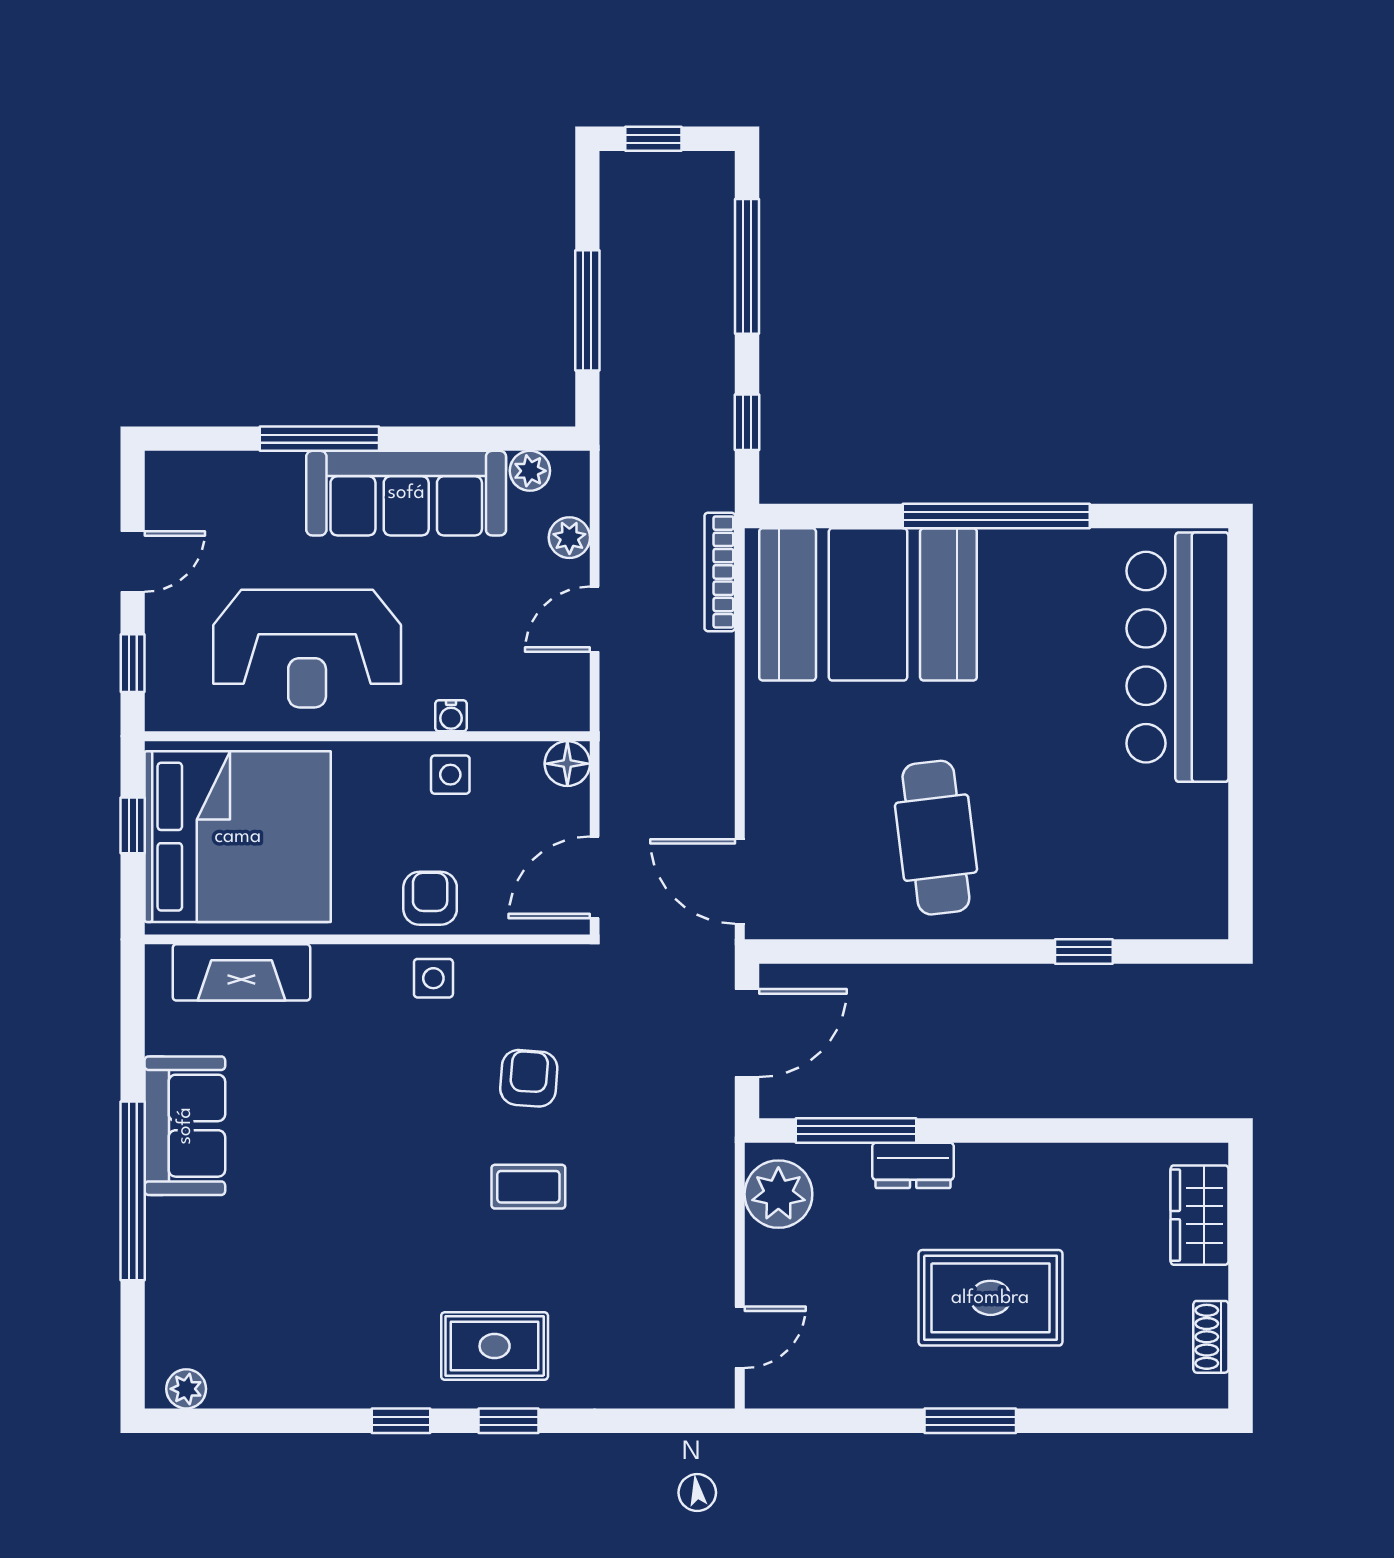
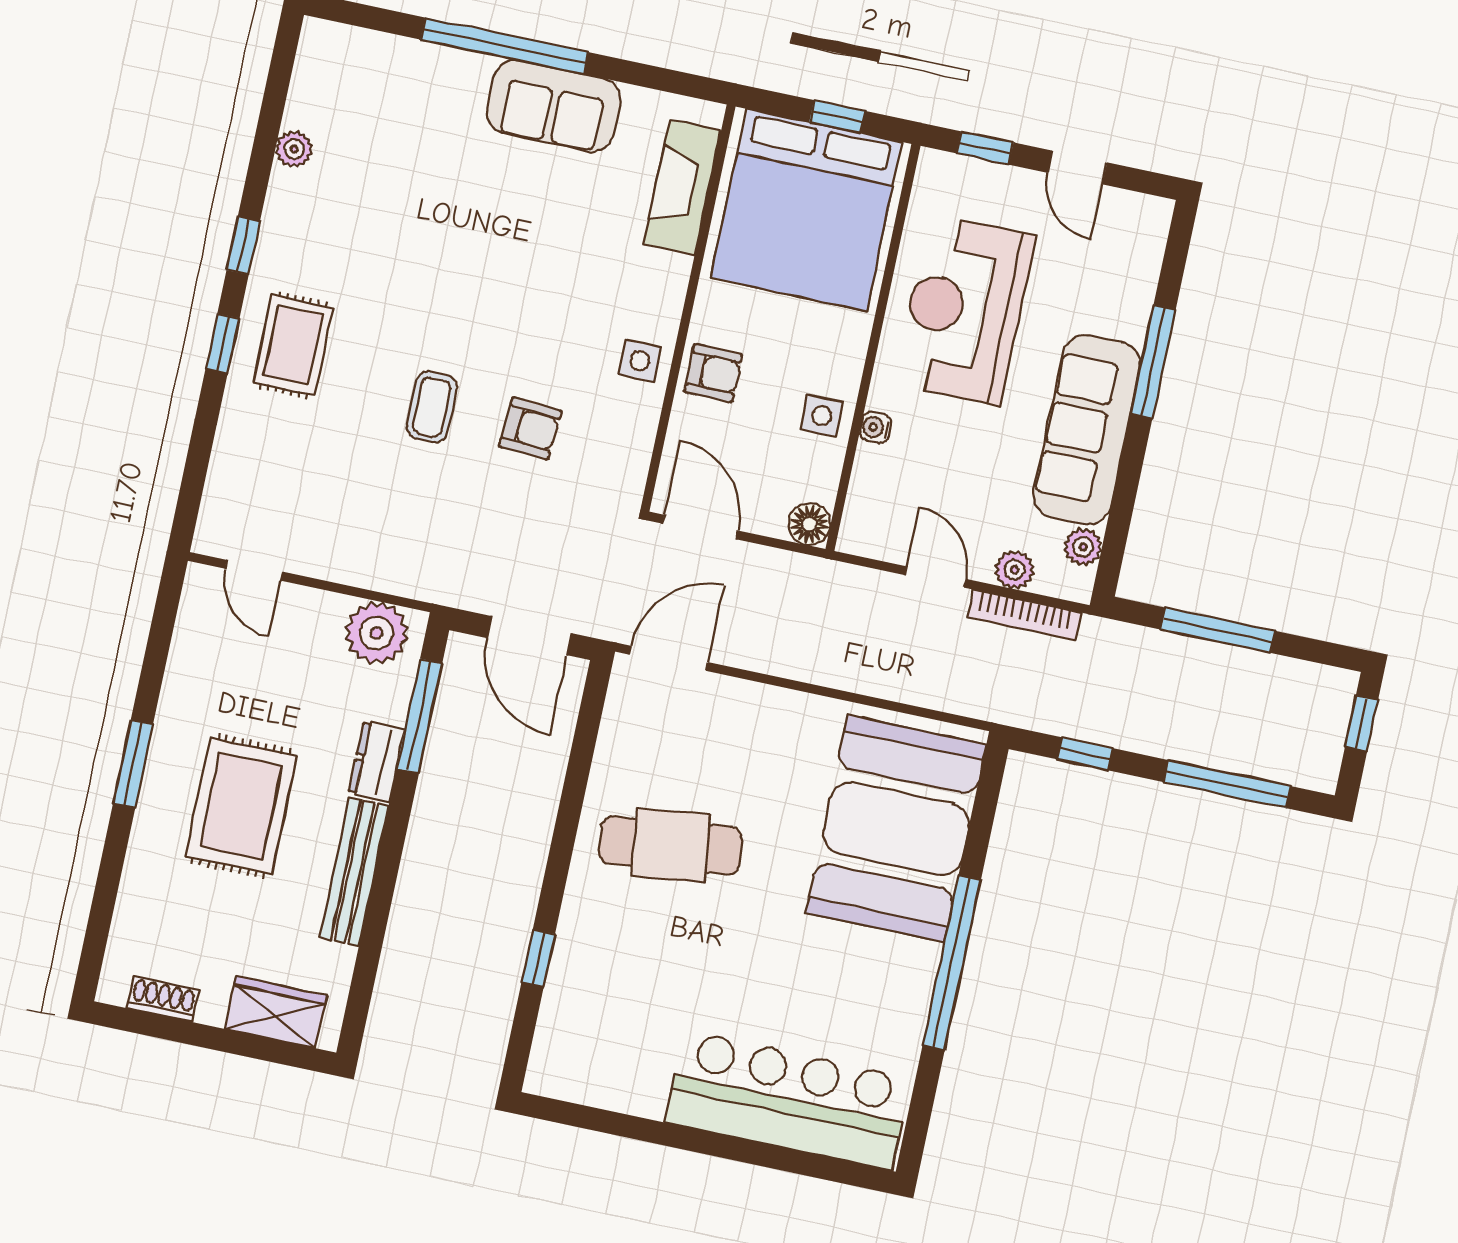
bookcase: (720, 572) -> (1024, 615), moved, turned 180
bench: (1034, 1164) -> (354, 872), added
plant: (186, 1389) -> (294, 149), moved

